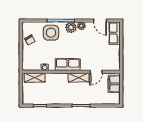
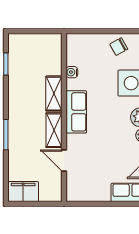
shelving: (35, 78) -> (54, 94), moved
filing cabinet: (114, 84) -> (23, 192), moved

